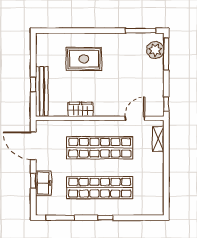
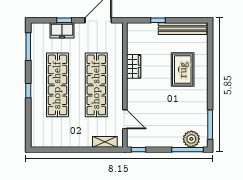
bench: (42, 91) -> (183, 29), moved

